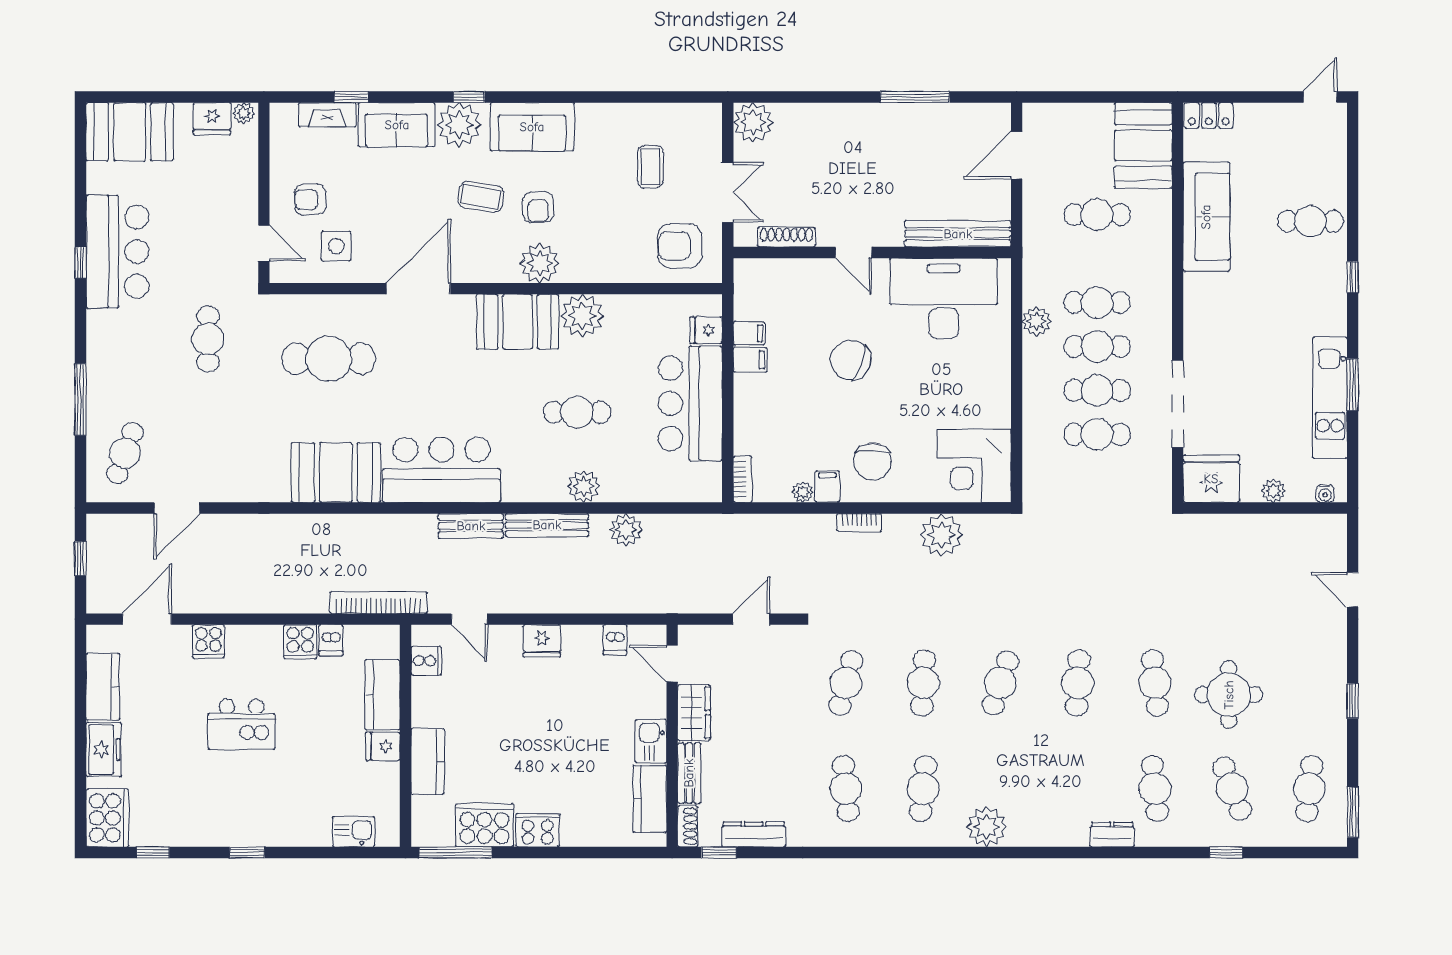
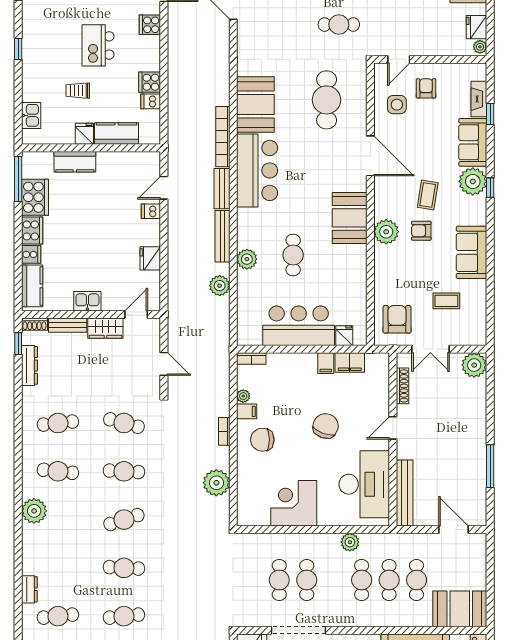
sofa: (532, 127) -> (471, 252), moved
plant: (582, 316) -> (353, 258), removed
filing cabinet: (749, 333) -> (350, 362), width x2.00
cafe table: (1097, 346) -> (389, 580), moved
corner desk: (974, 466) -> (294, 503), moved
bookcase: (378, 603) -> (223, 137), moved, turned 180
dishwasher: (615, 640) -> (151, 211), moved
fridge: (542, 641) -> (150, 258), moved
cooker: (426, 661) -> (31, 254), moved, turned -90
cafe table: (1000, 683) -> (124, 520), turned -36
trolley: (314, 757) -> (78, 91), added
kitchen counter: (650, 799) -> (32, 286), moved, turned 90

